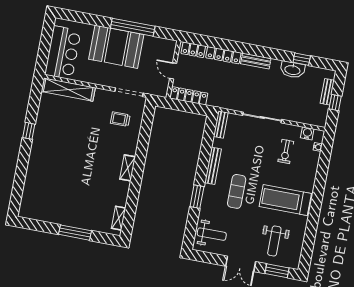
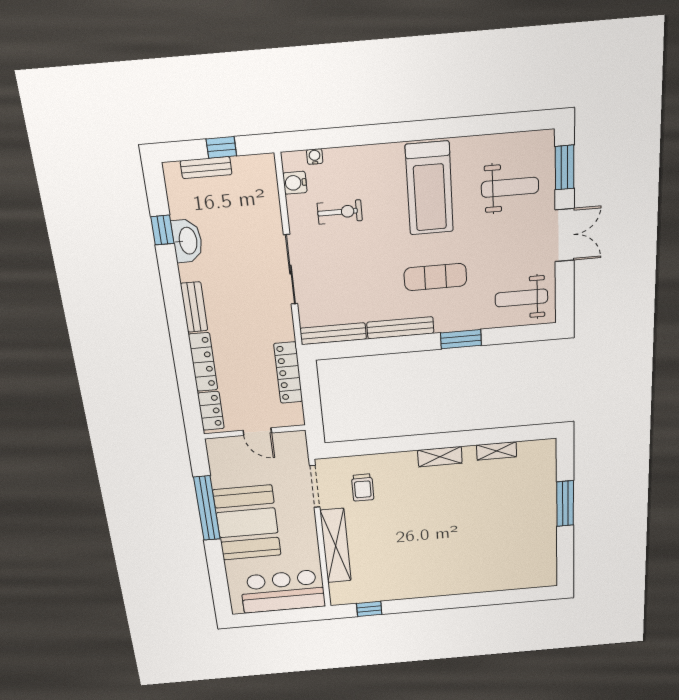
door: (173, 71) -> (257, 432), hinge flipped
shelving: (68, 90) -> (336, 546), moved
locker: (189, 96) -> (288, 373), moved
bench: (221, 125) -> (333, 334), width x1.36
window: (29, 131) -> (369, 609), moved
shelving: (119, 218) -> (497, 451), moved
weight bench: (212, 234) -> (521, 298), turned -90

